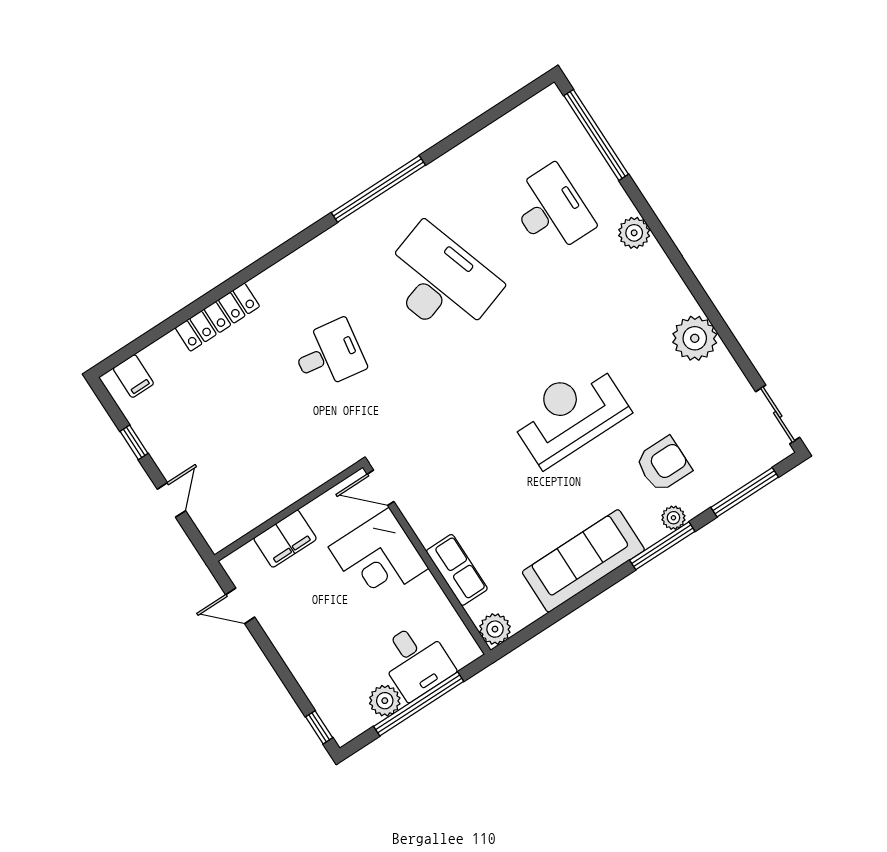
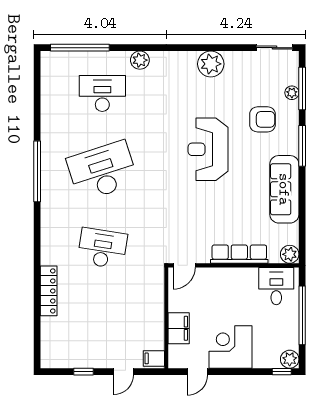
desk: (329, 354) -> (102, 248), width x1.37
filing cabinet: (133, 376) -> (154, 358), moved, turned 180
armchair: (663, 464) -> (263, 119), turned 90
door: (171, 500) -> (124, 372), swing flipped
plant: (673, 518) -> (292, 93), moved
corner desk: (378, 558) -> (231, 347), moved, turned 180
row of seats: (457, 570) -> (239, 254), width x1.48
desk: (416, 661) -> (276, 286), moved, turned -90
plant: (385, 701) -> (290, 359), moved

